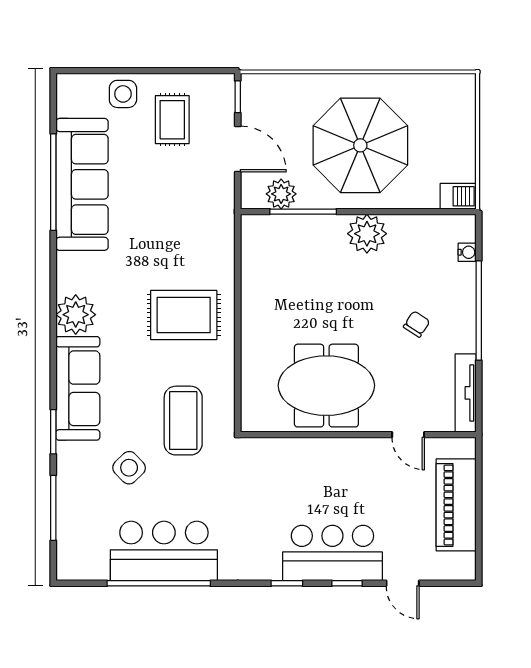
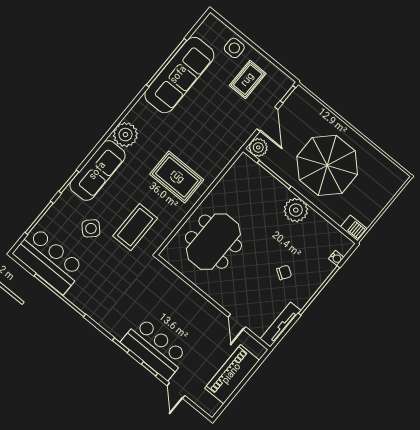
plant: (281, 194) -> (258, 147), moved
meeting table: (326, 386) -> (213, 242), moved, turned 90
bar counter: (164, 551) -> (49, 260), moved

